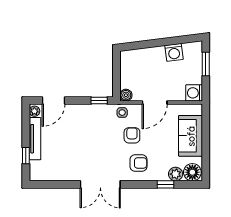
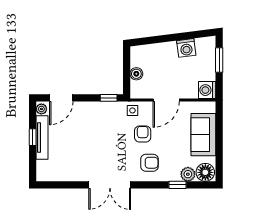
boiler: (126, 95) -> (136, 74), moved
window: (26, 156) -> (33, 137), moved

